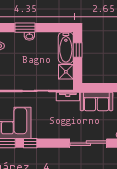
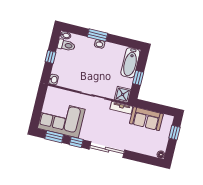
window: (78, 50) -> (138, 78), moved
shower: (66, 72) -> (123, 94), moved
sliding door: (88, 143) -> (107, 150), moved

